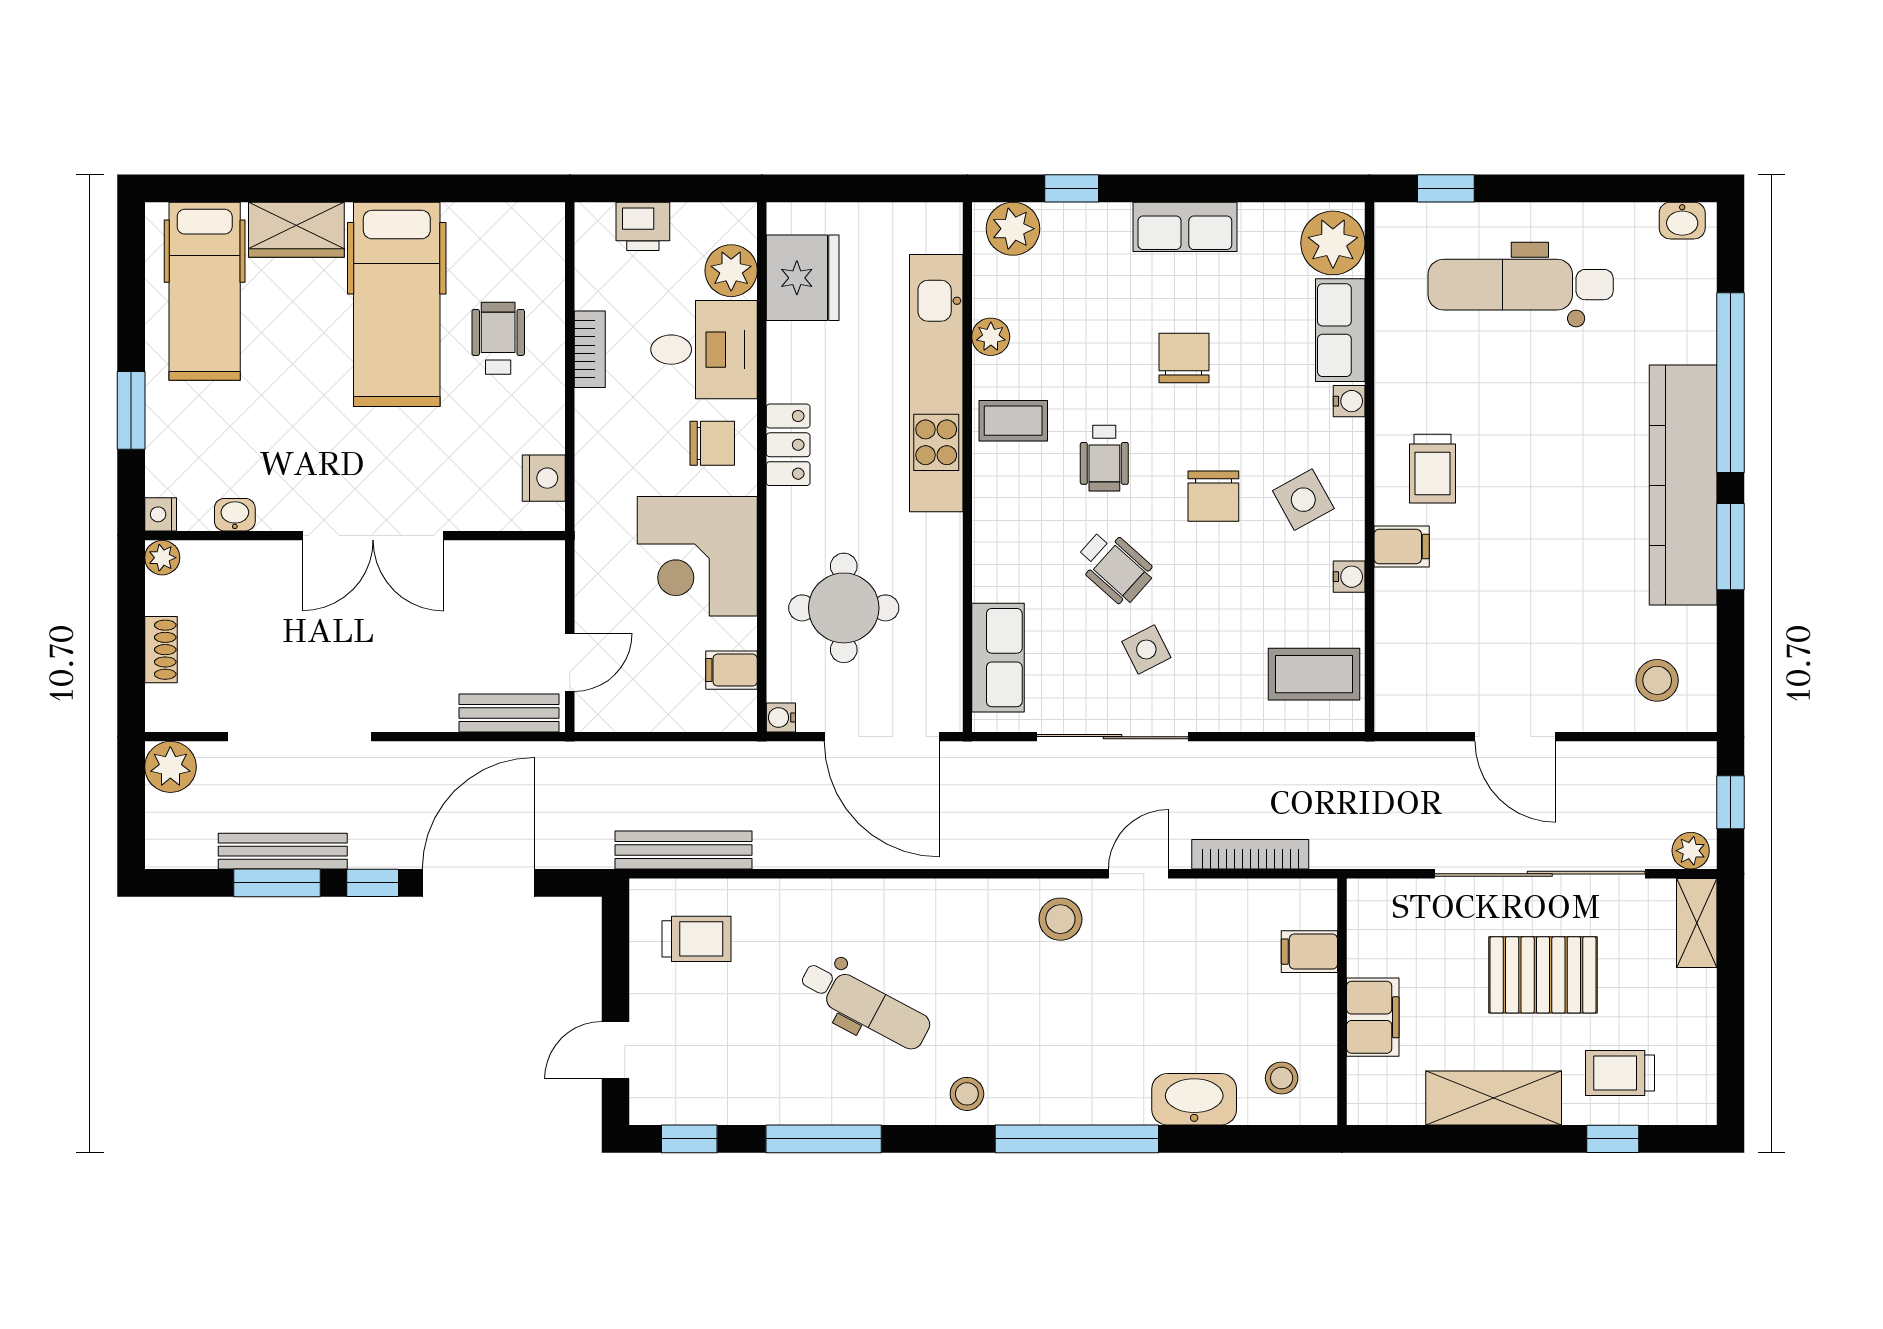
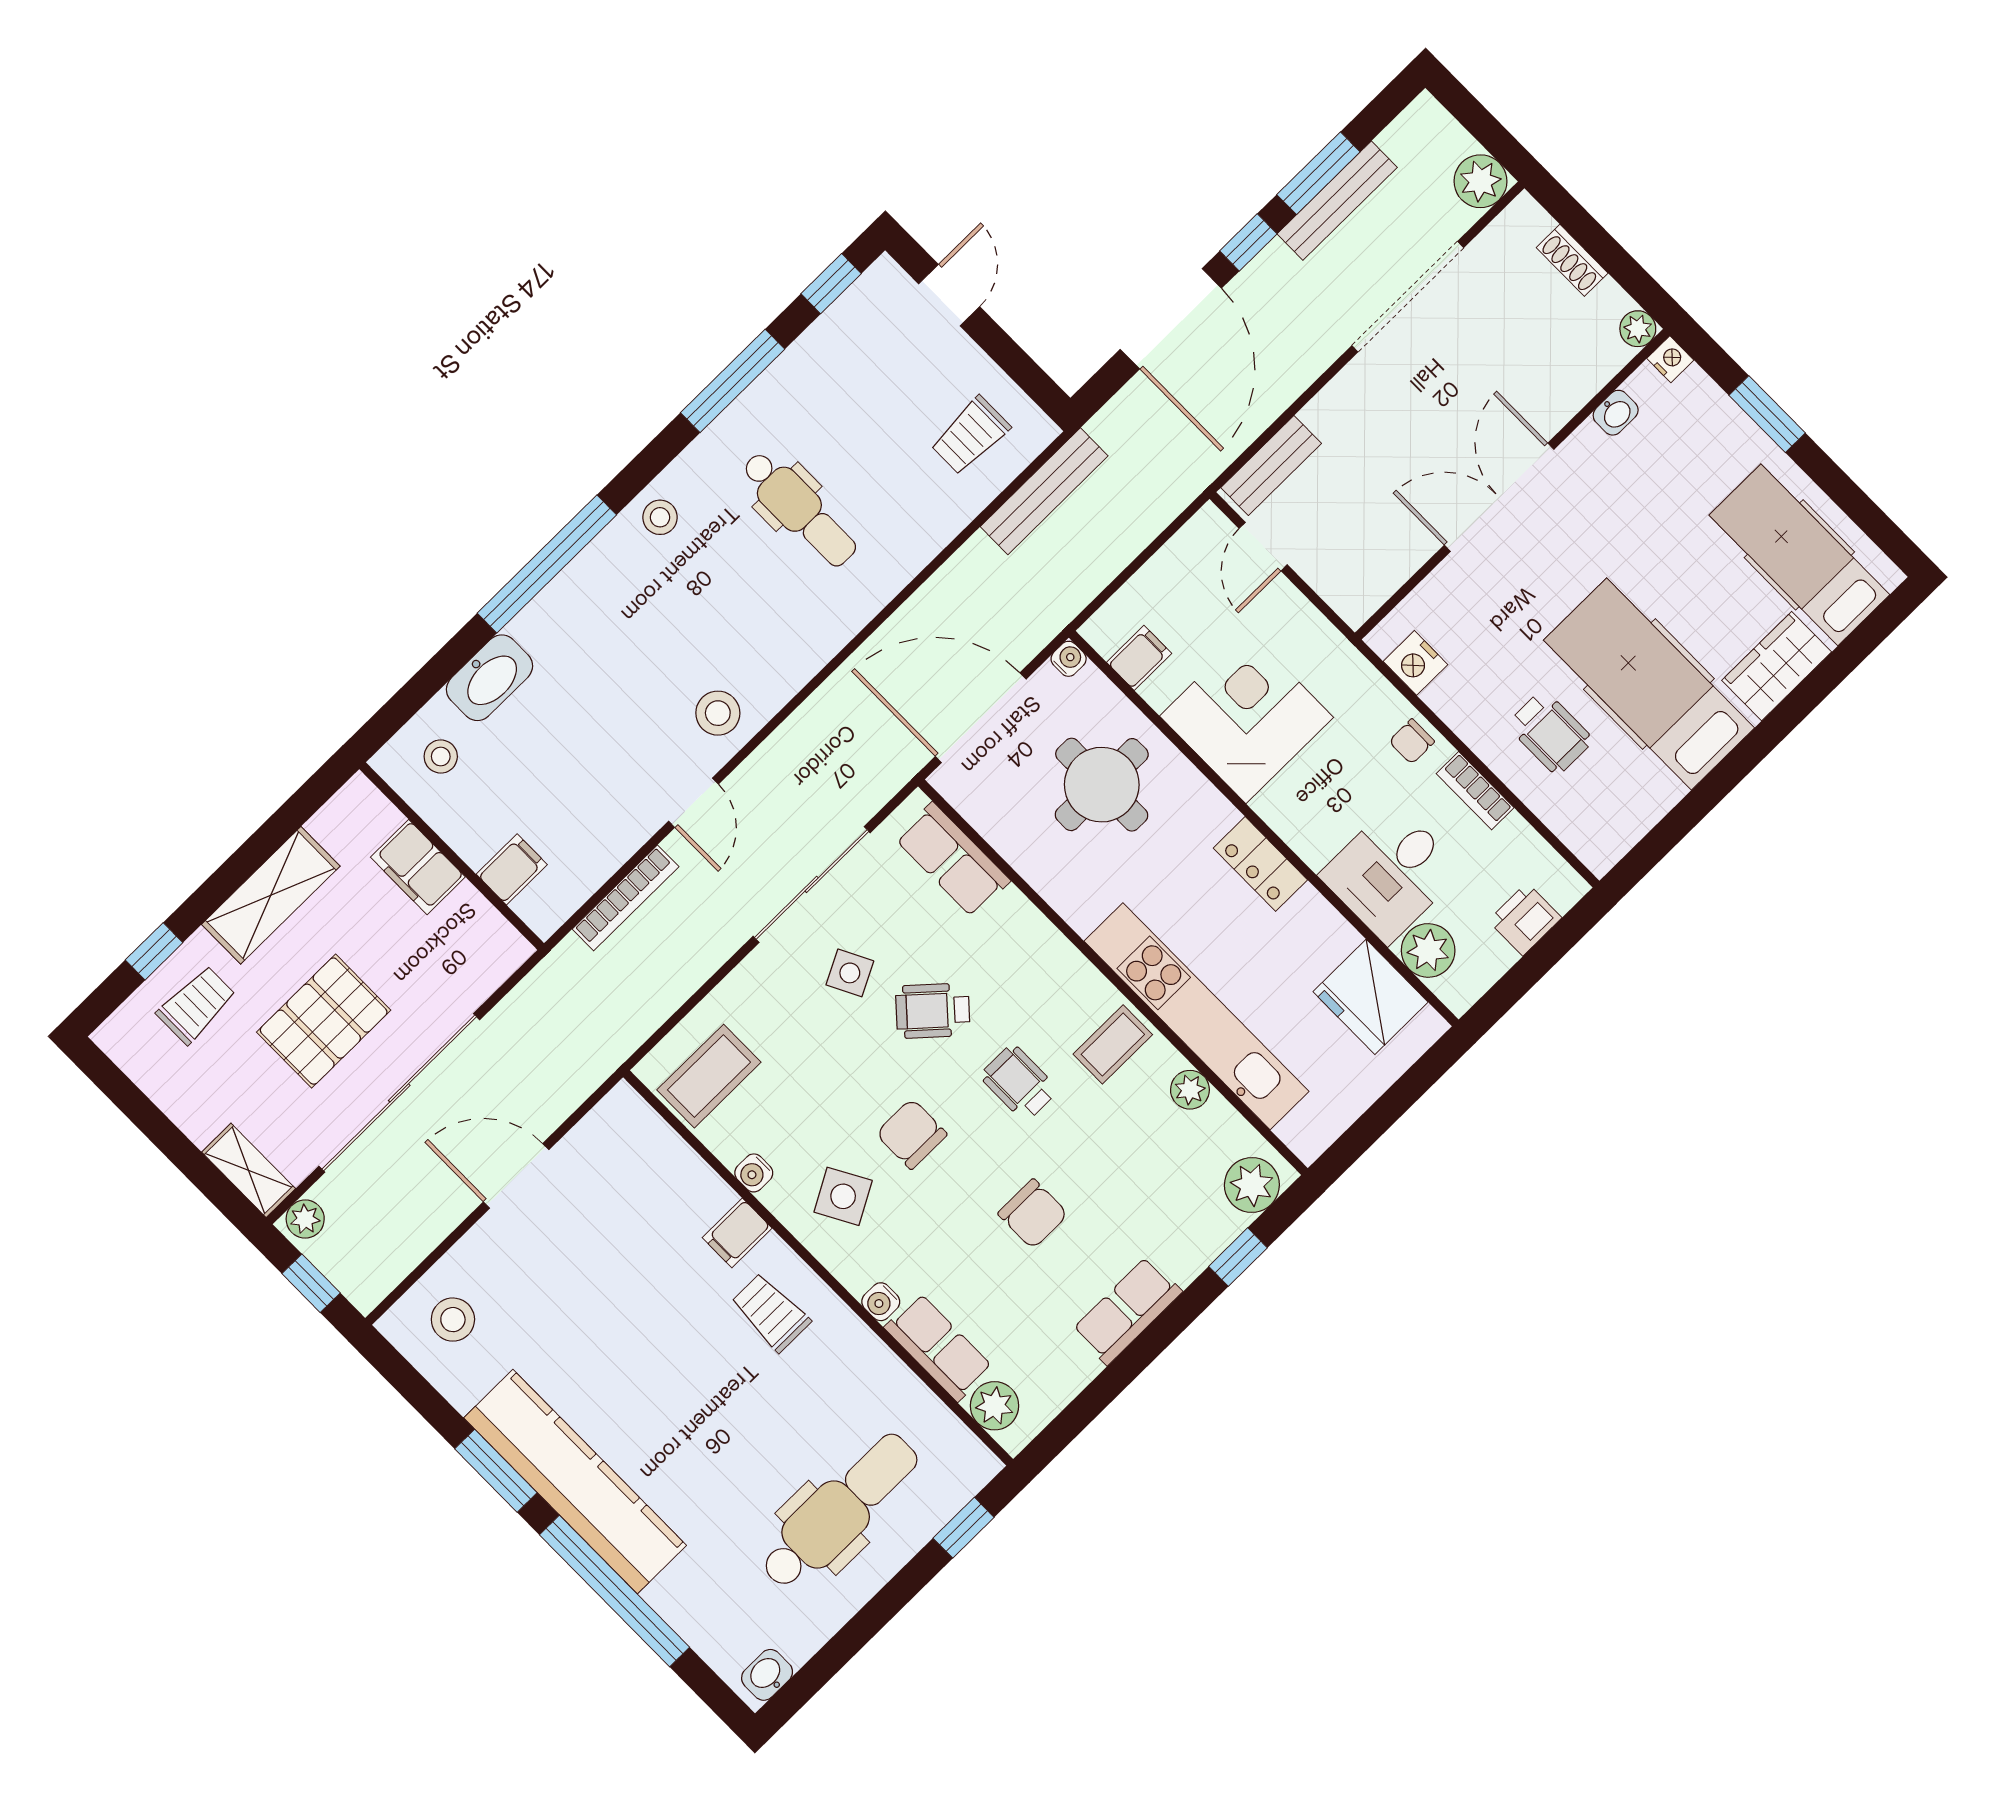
plant: (1333, 243) -> (995, 1406), width x0.73, depth x0.73
chair: (712, 443) -> (1412, 741), moved, width x0.73, depth x0.73
dental chair: (865, 1005) -> (799, 509), turned -118

